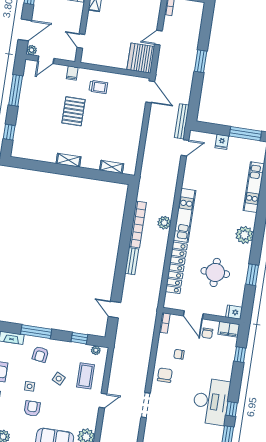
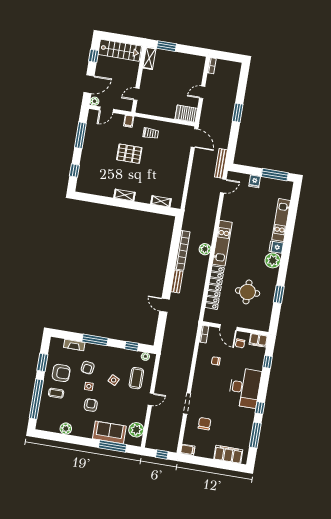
door: (81, 41) -> (136, 94), hinge flipped
server rack: (141, 58) -> (186, 114), width x0.63
pallet: (73, 111) -> (129, 154), turned 90
door: (114, 310) -> (164, 305), moved
fridge: (234, 312) -> (276, 247), moved
armchair: (40, 354) -> (88, 368), moved
chair: (165, 375) -> (204, 424), moved
desk: (211, 401) -> (245, 388), moved

